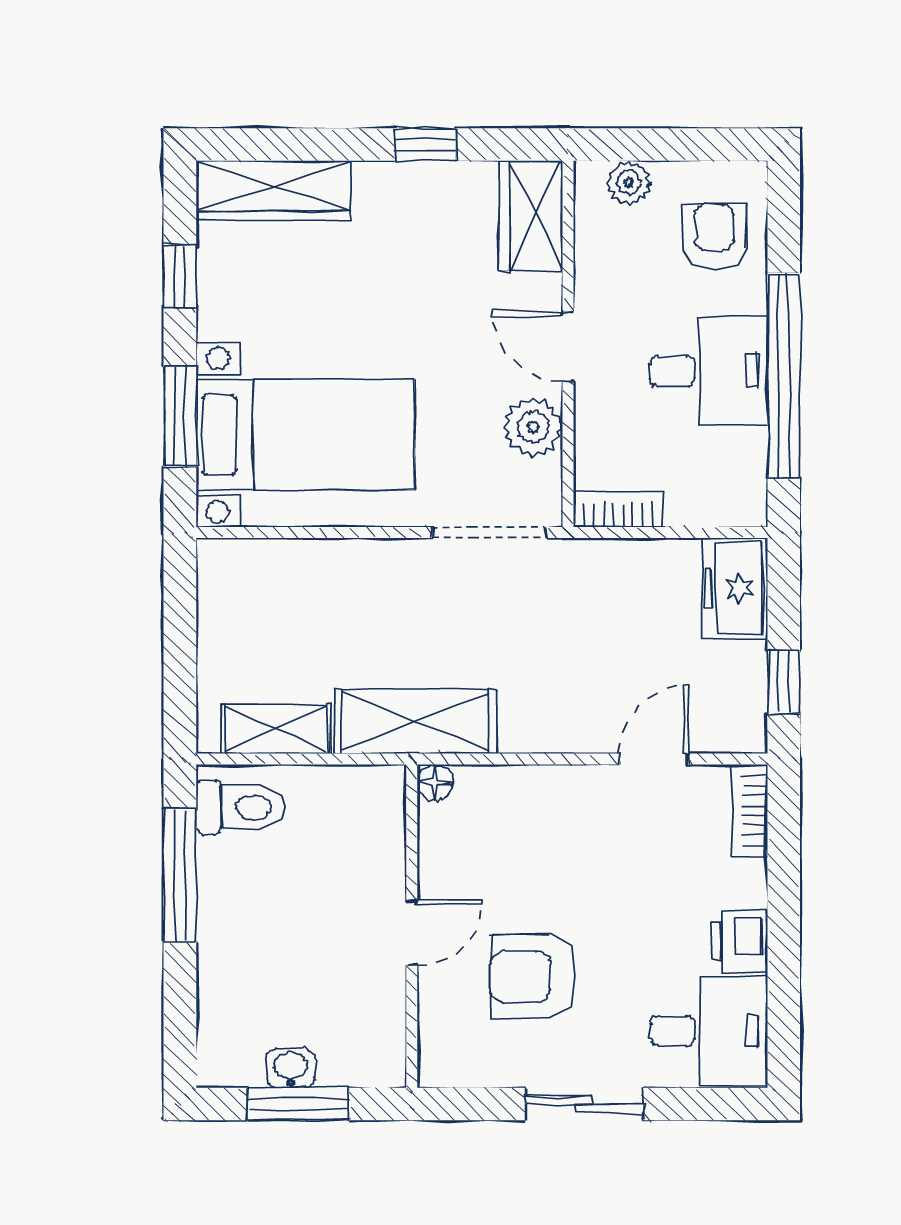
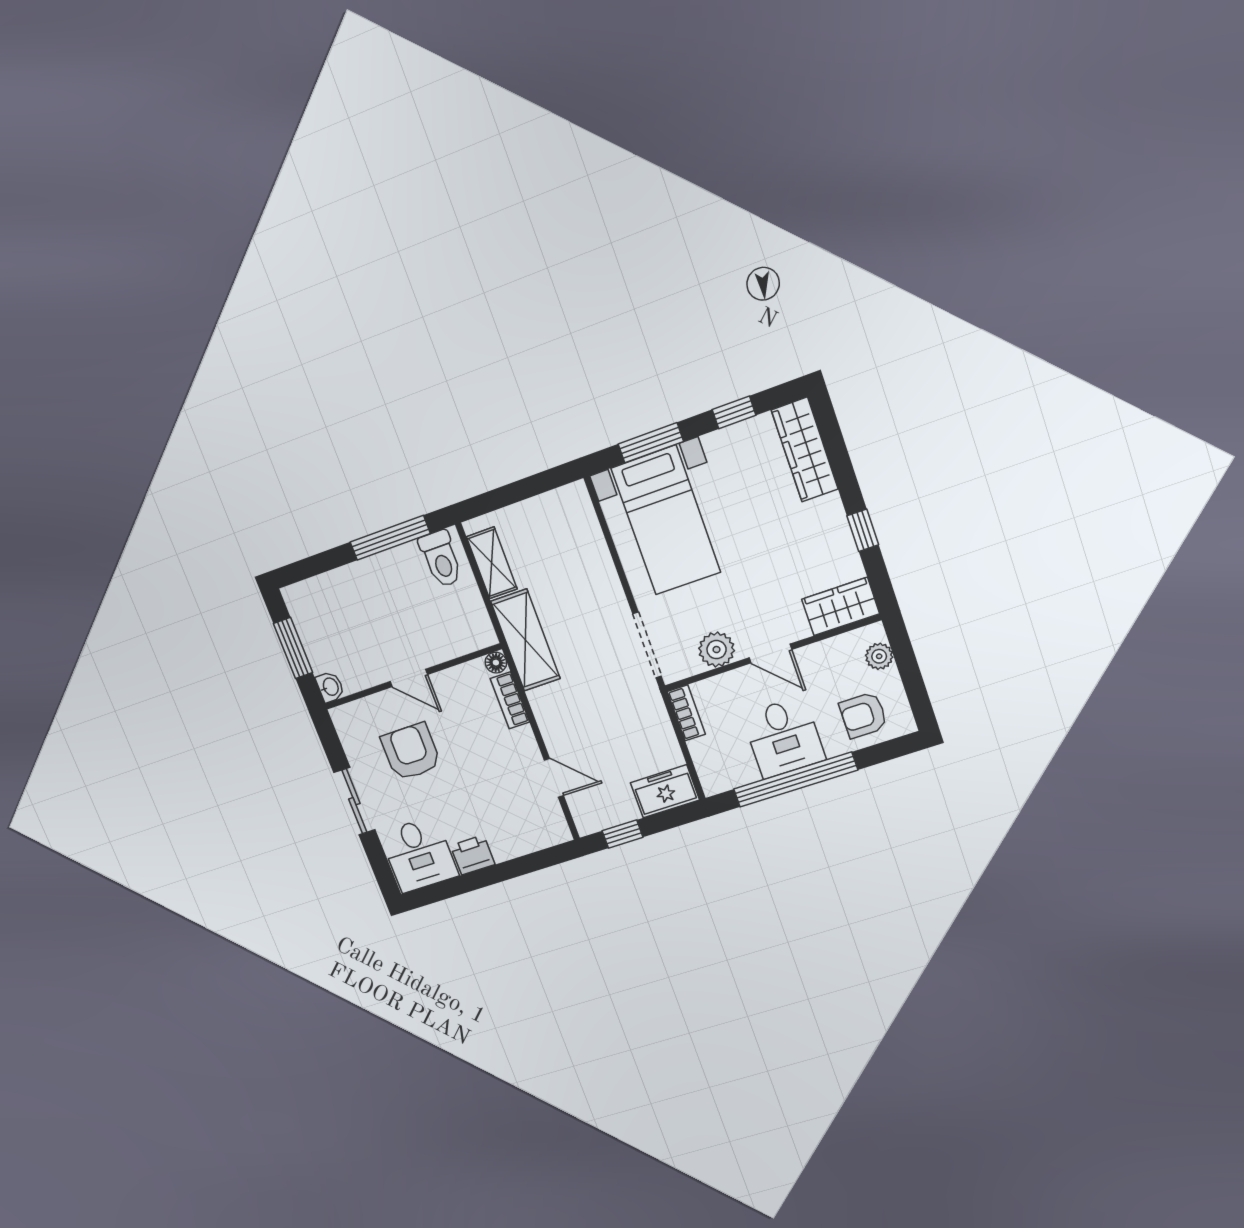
armchair: (714, 237) -> (863, 715), turned 180
door: (568, 346) -> (770, 654), swing flipped
bookcase: (749, 810) -> (510, 700), moved, turned -90
washbasin: (291, 1068) -> (330, 687), moved

